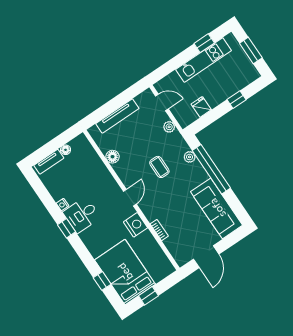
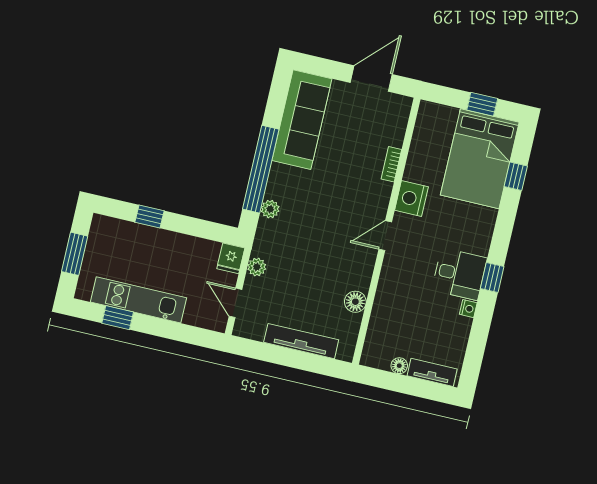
fridge: (201, 107) -> (231, 258), moved
coffee table: (159, 167) -> (316, 234), removed

